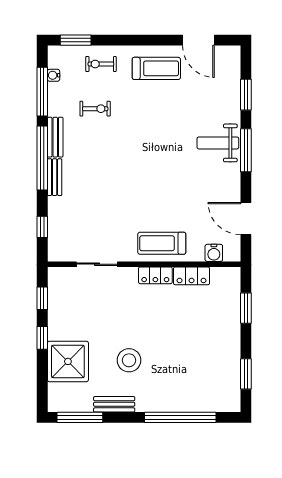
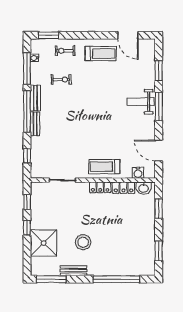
washbasin: (222, 276) -> (143, 188), added

